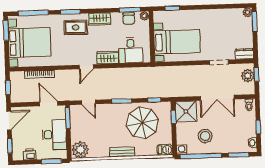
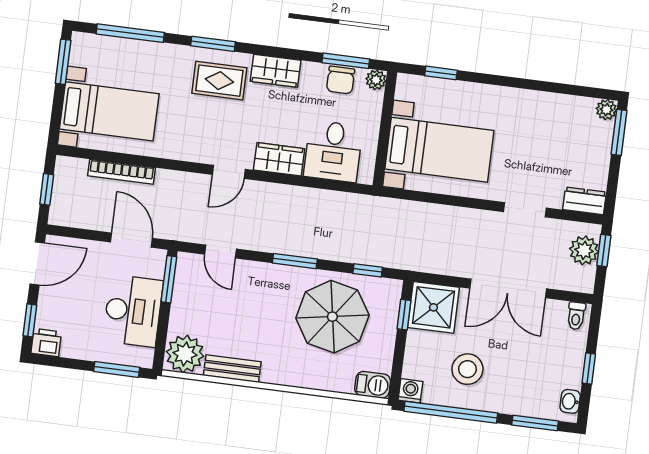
bed with nightstands: (29, 42) -> (109, 111), width x0.73
bench: (122, 152) -> (232, 369), moved
printer: (29, 154) -> (46, 343), moved

